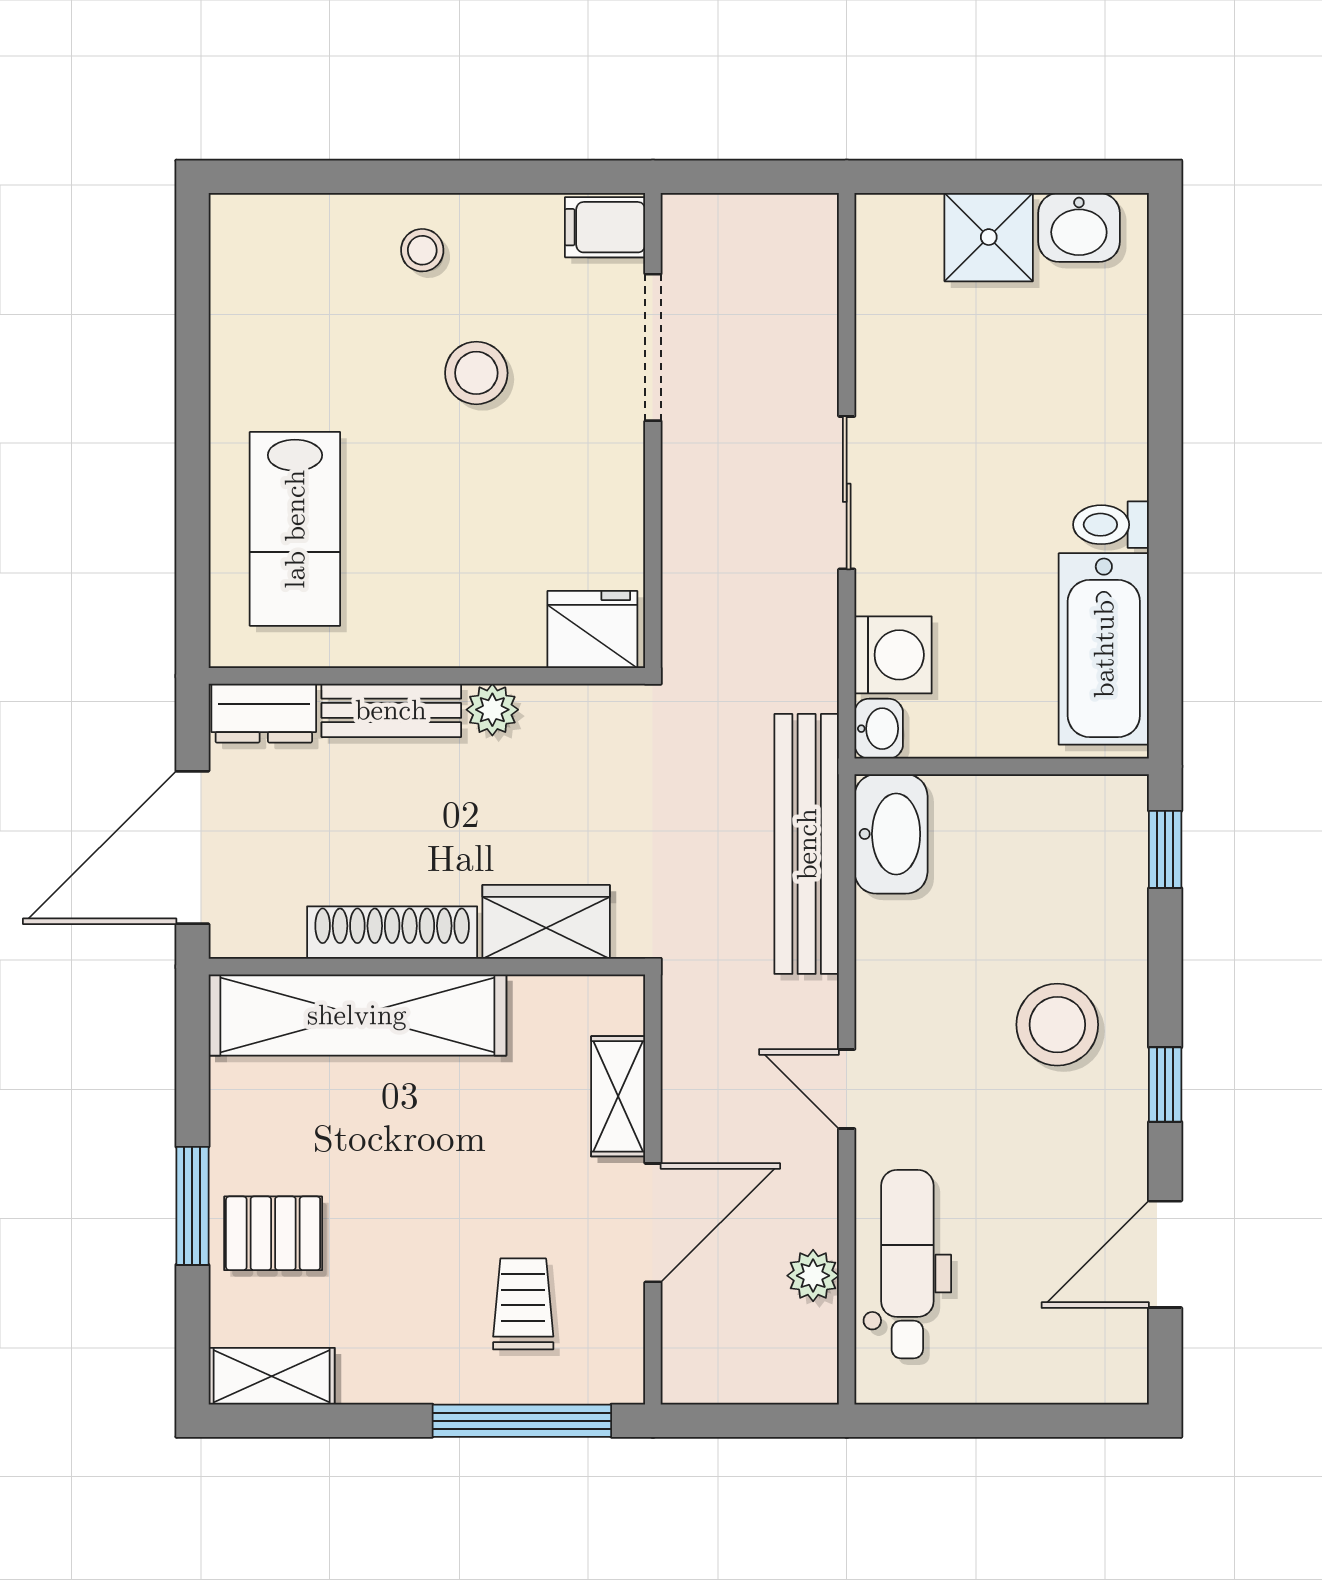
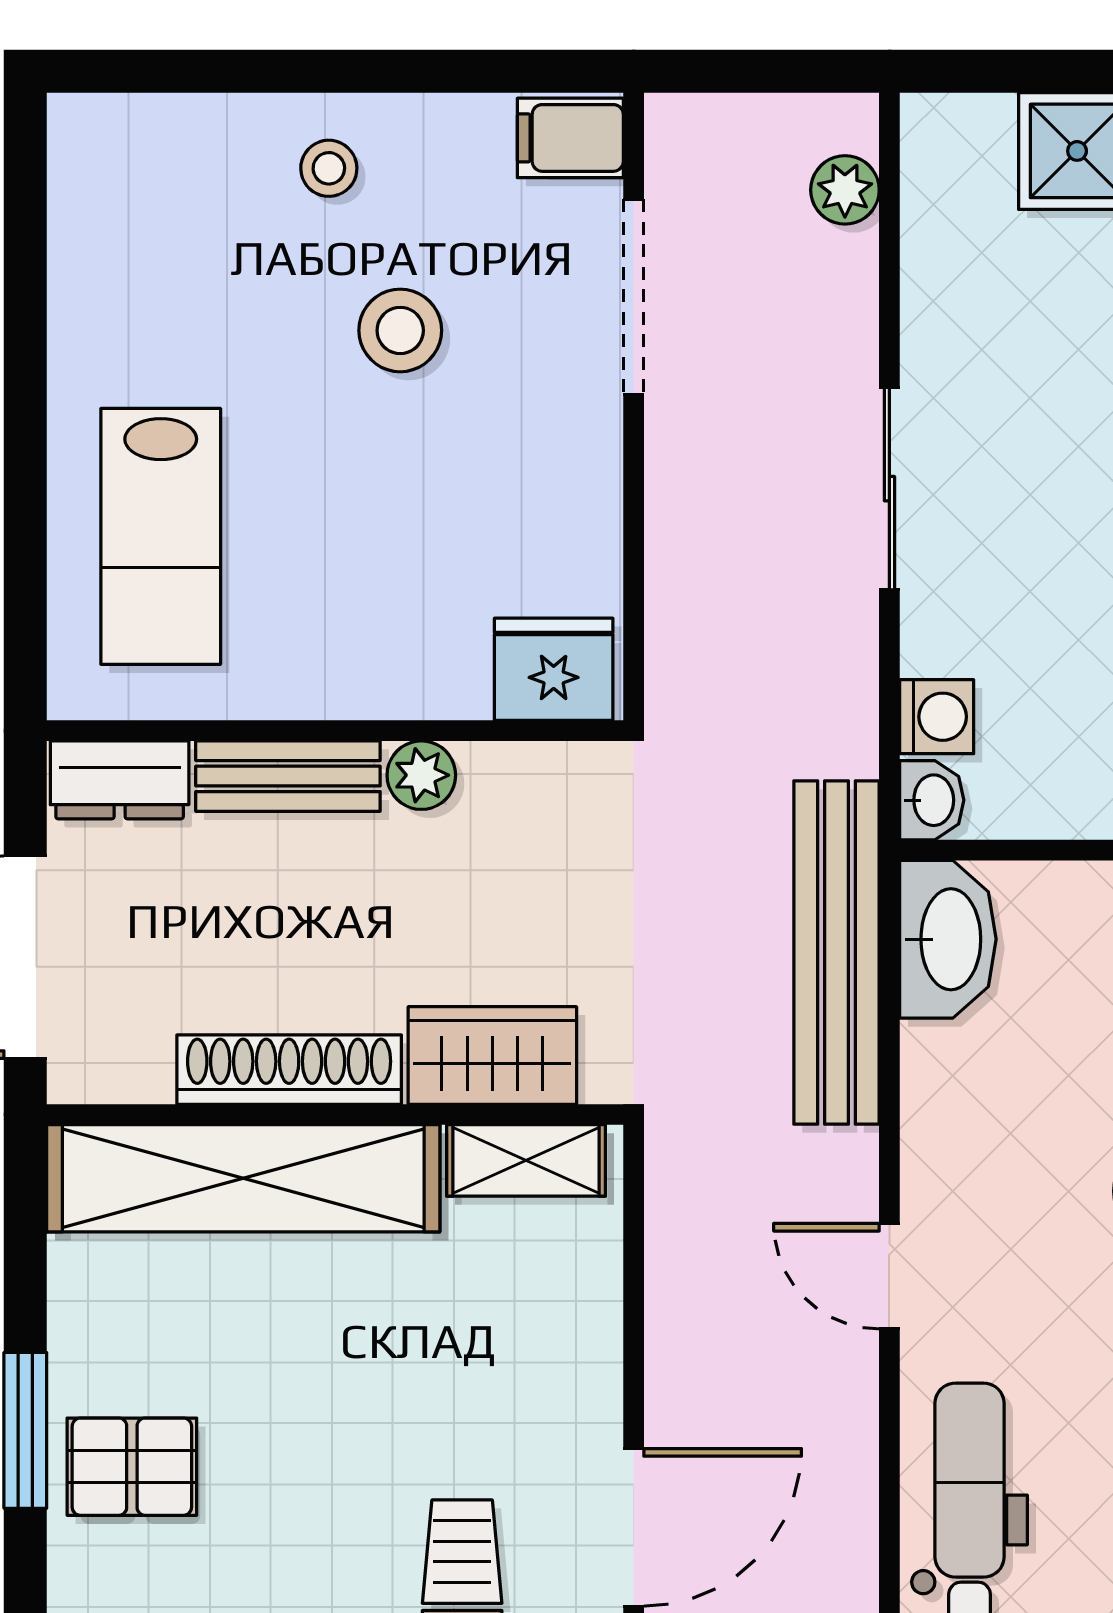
washing machine: (893, 655) -> (937, 717), width x0.73, depth x0.73
shelving: (618, 1096) -> (526, 1160), moved, turned 90
door: (653, 1223) -> (634, 1527), moved
plant: (813, 1276) -> (845, 190), moved

